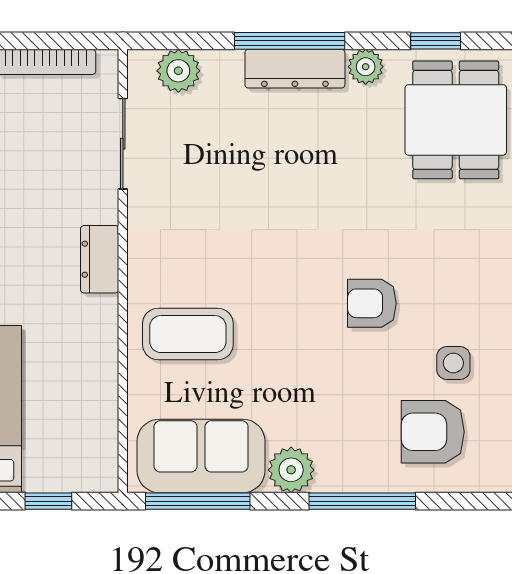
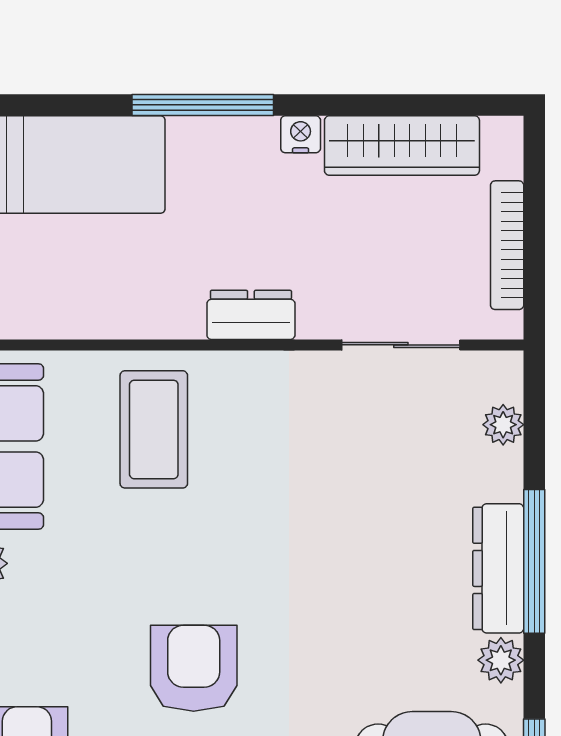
plant: (178, 71) -> (503, 425), width x0.73, depth x0.73
armchair: (372, 303) -> (194, 668), width x1.38, depth x1.38

